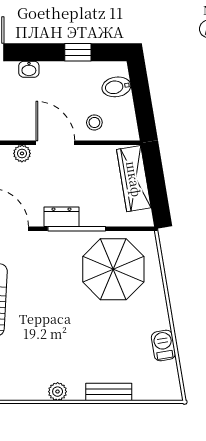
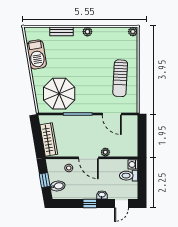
window: (78, 52) -> (90, 204), moved
window: (142, 98) -> (45, 180), added
dresser: (61, 217) -> (85, 120), removed
barbecue: (163, 346) -> (37, 54), width x1.88, depth x1.53

